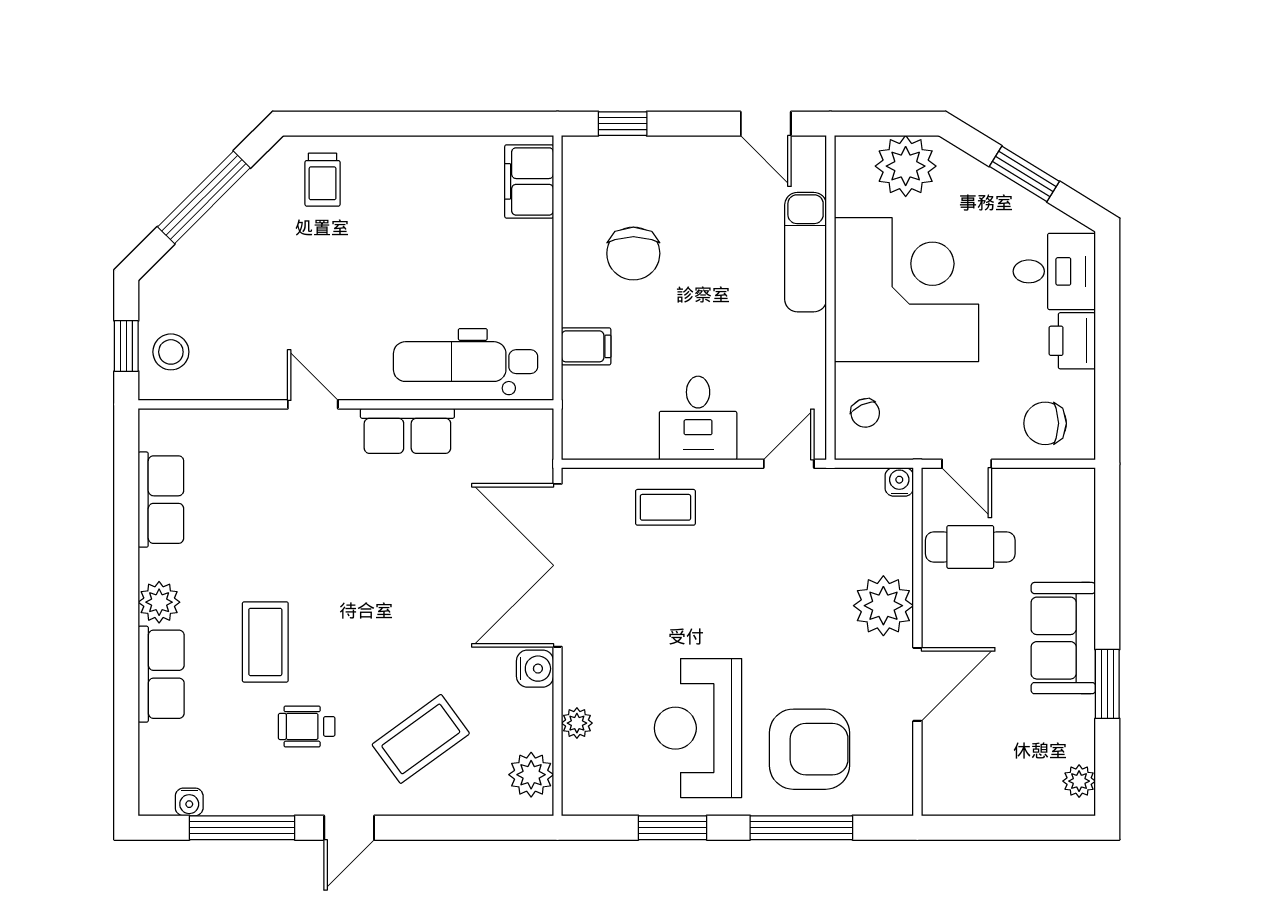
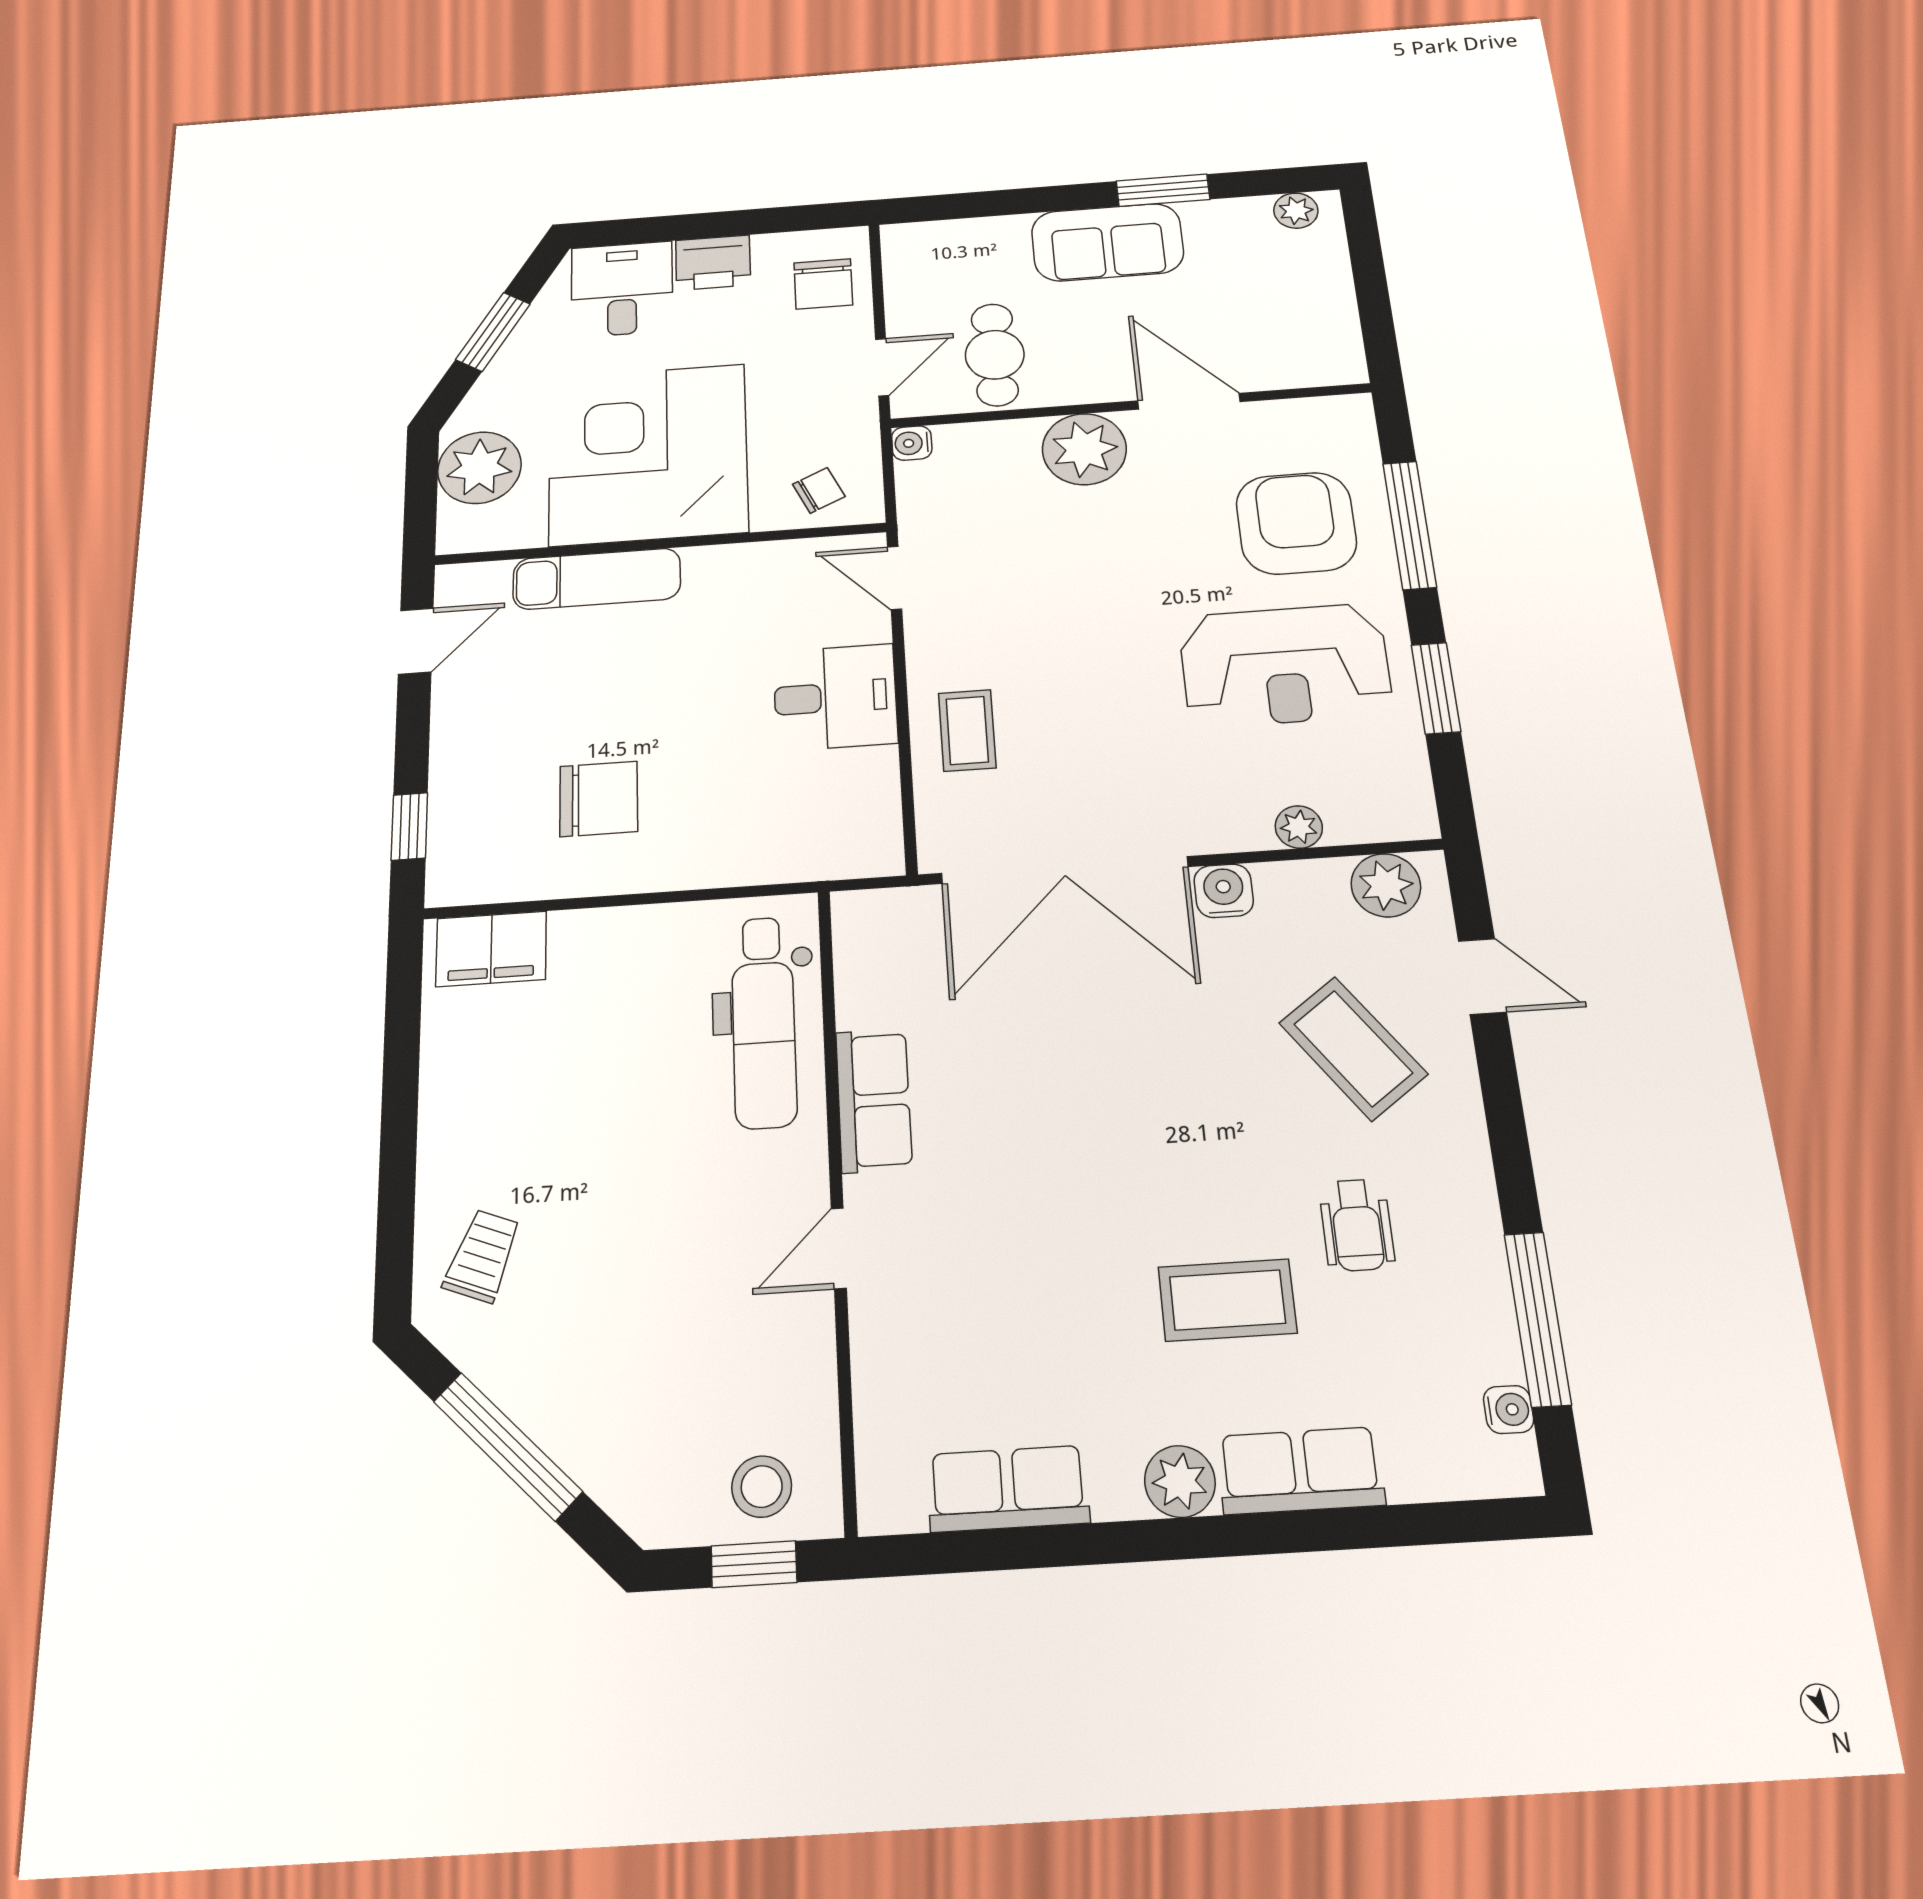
trolley: (323, 180) -> (482, 1256), turned -69
filing cabinet: (586, 346) -> (736, 853), removed
door: (349, 828) -> (1482, 976), moved

